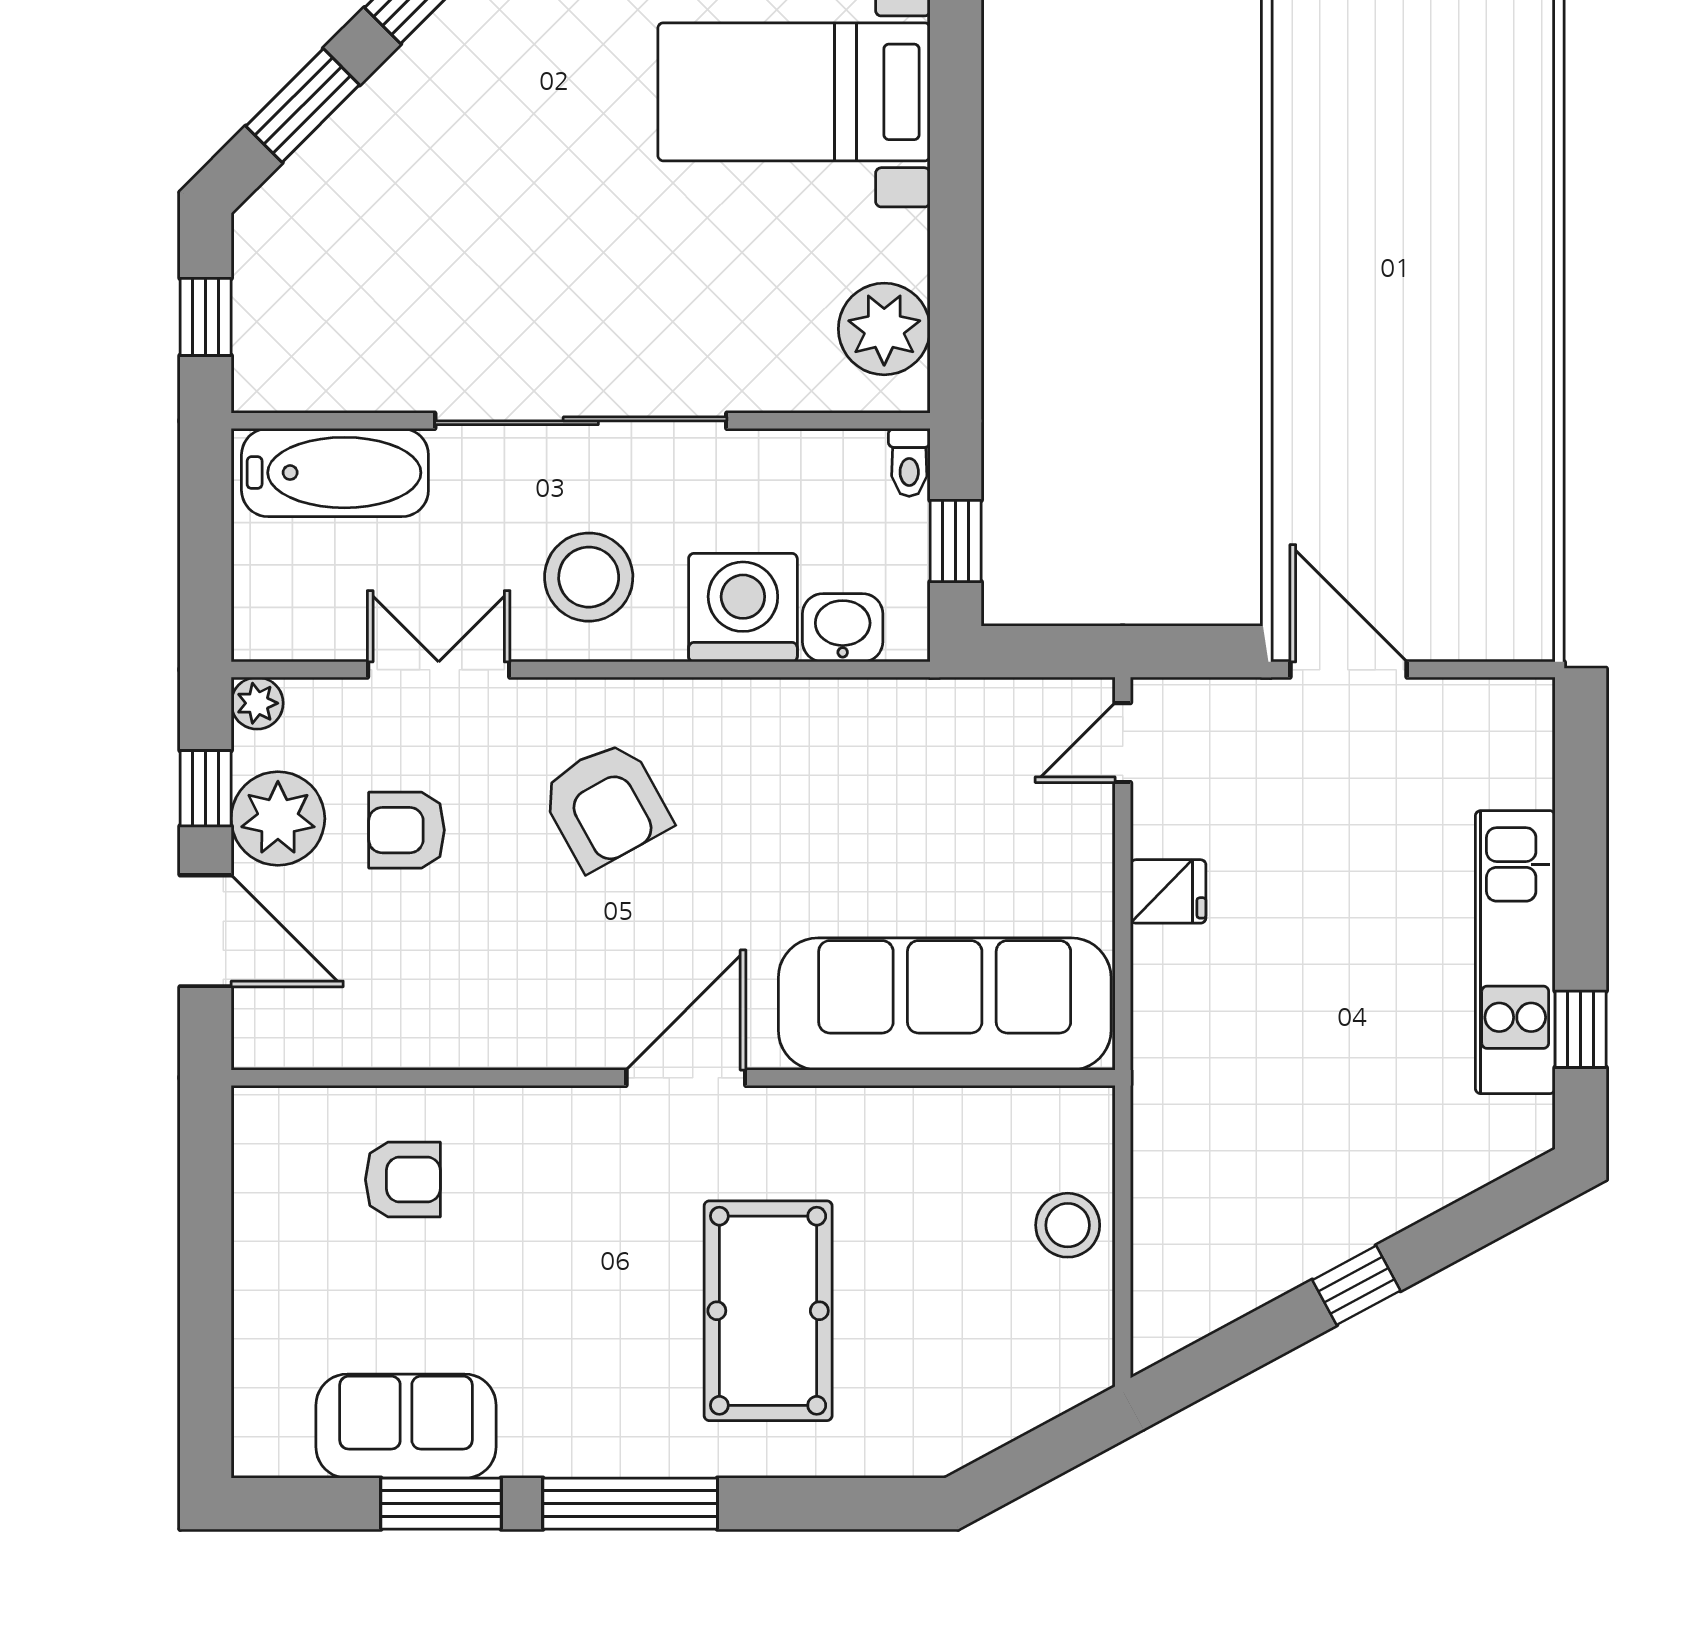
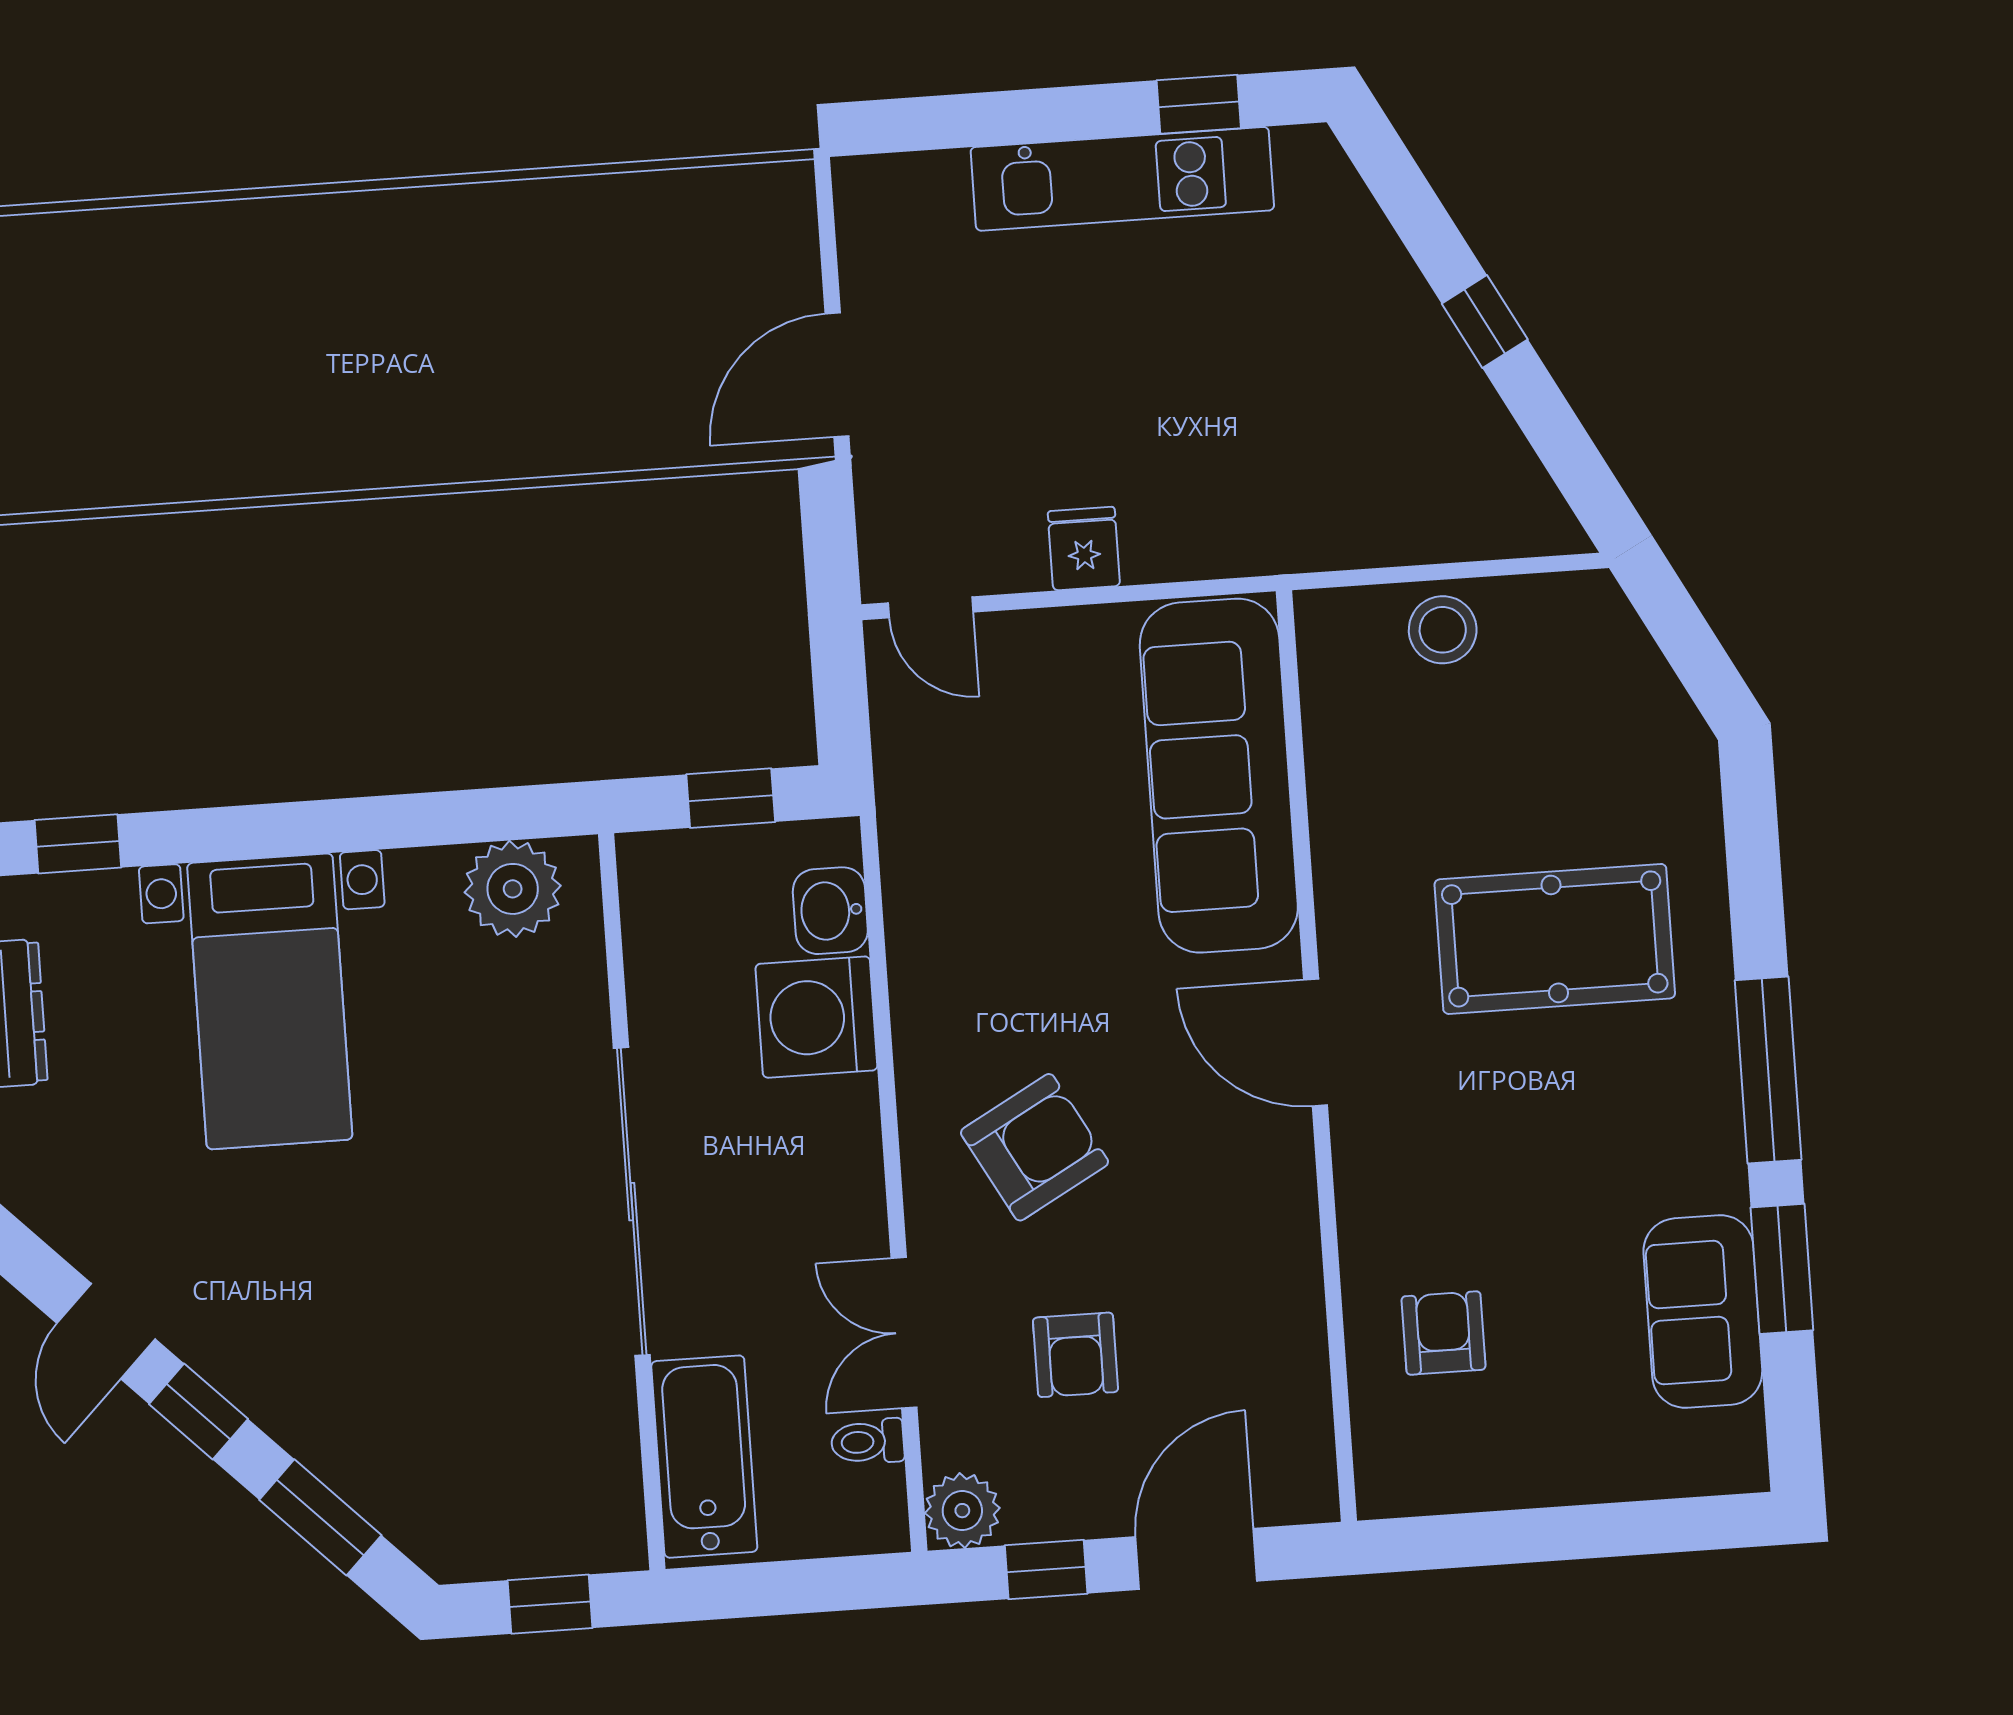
toilet: (909, 462) -> (868, 1442), moved, turned 180
stool: (589, 577) -> (796, 1182), removed
plant: (257, 703) -> (962, 1511), width x1.38, depth x1.38
plant: (278, 819) -> (1073, 1491), removed

